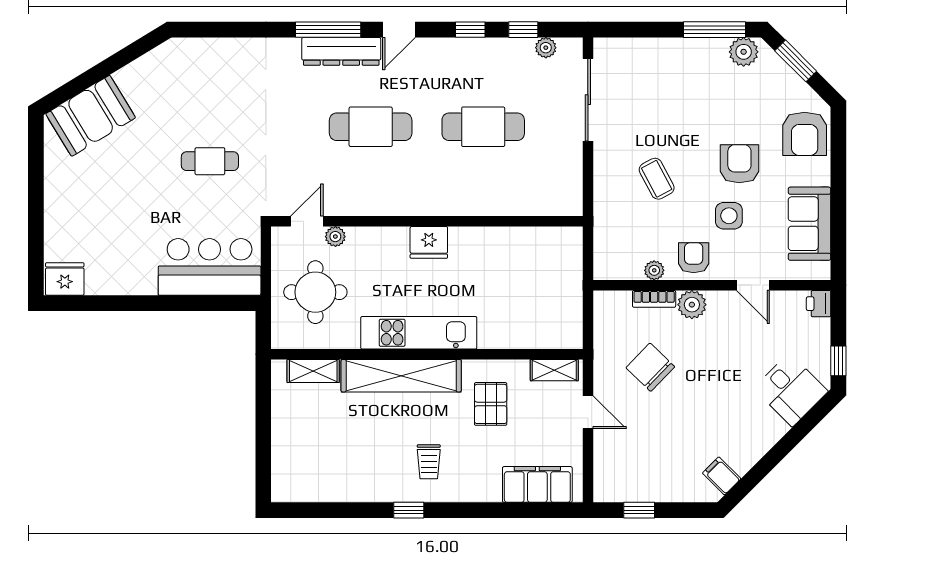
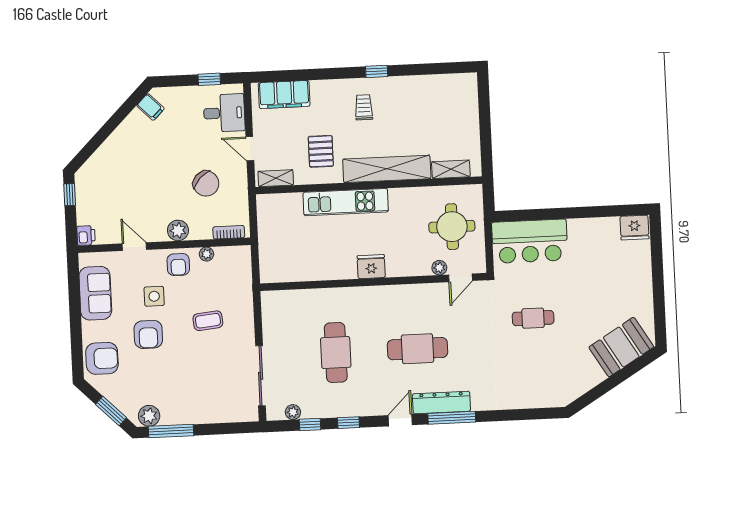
cafe table: (483, 127) -> (336, 353), turned 90
armchair: (805, 134) -> (102, 358), turned 90
coffee table: (657, 179) -> (208, 321), turned -68
bookcase: (654, 299) -> (229, 232), moved
kitchen unit: (419, 333) -> (346, 202), moved
desk: (791, 390) -> (224, 113), moved, turned 135

